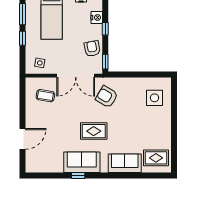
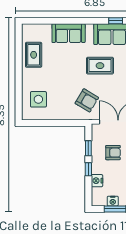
armchair: (92, 49) -> (113, 153), moved, turned -79
window: (105, 62) -> (88, 148), moved
rug: (156, 158) -> (34, 55), moved, turned 90

